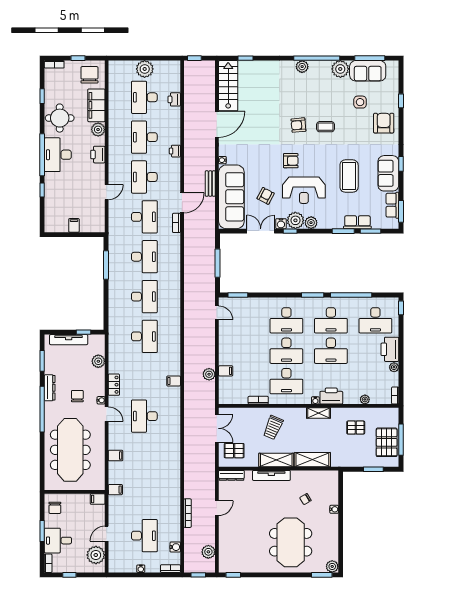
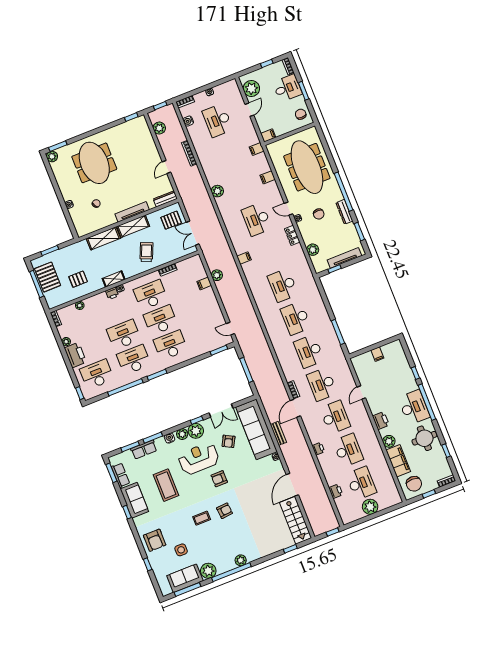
water cooler: (281, 224) -> (170, 438), moved
printer: (331, 396) -> (112, 293), width x0.53, depth x0.68
desk: (144, 416) -> (257, 219), turned 180
plant: (174, 462) -> (217, 191), added

